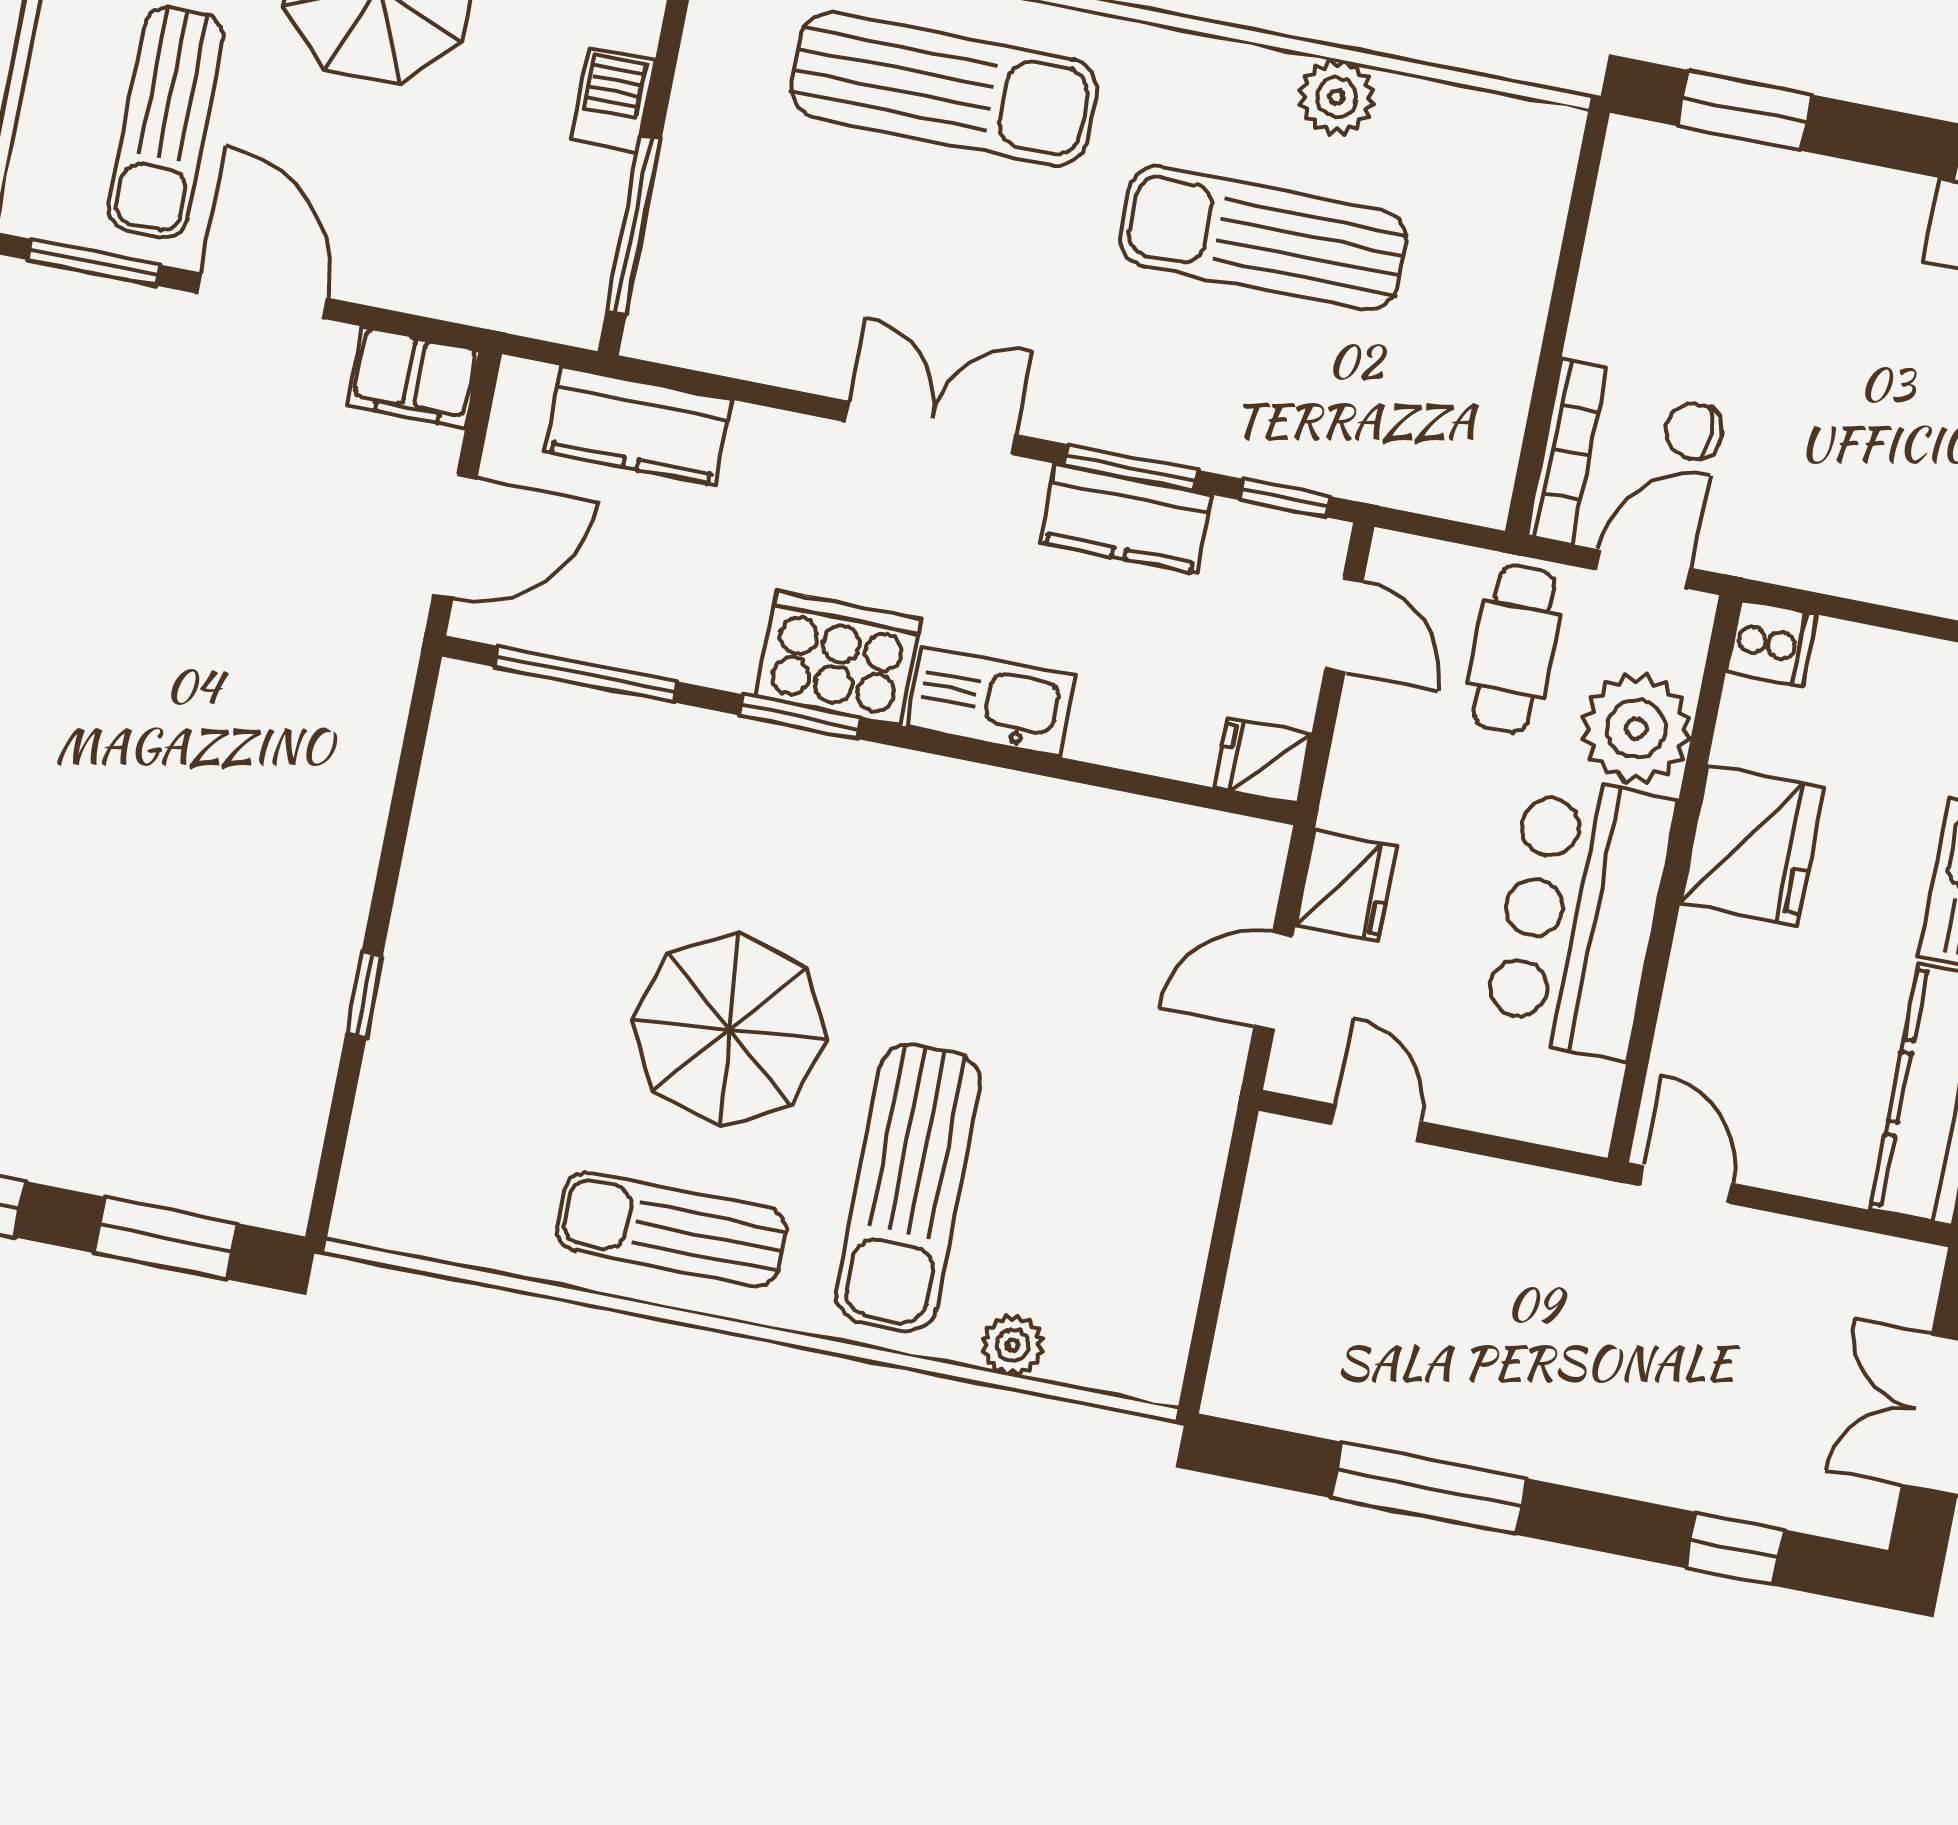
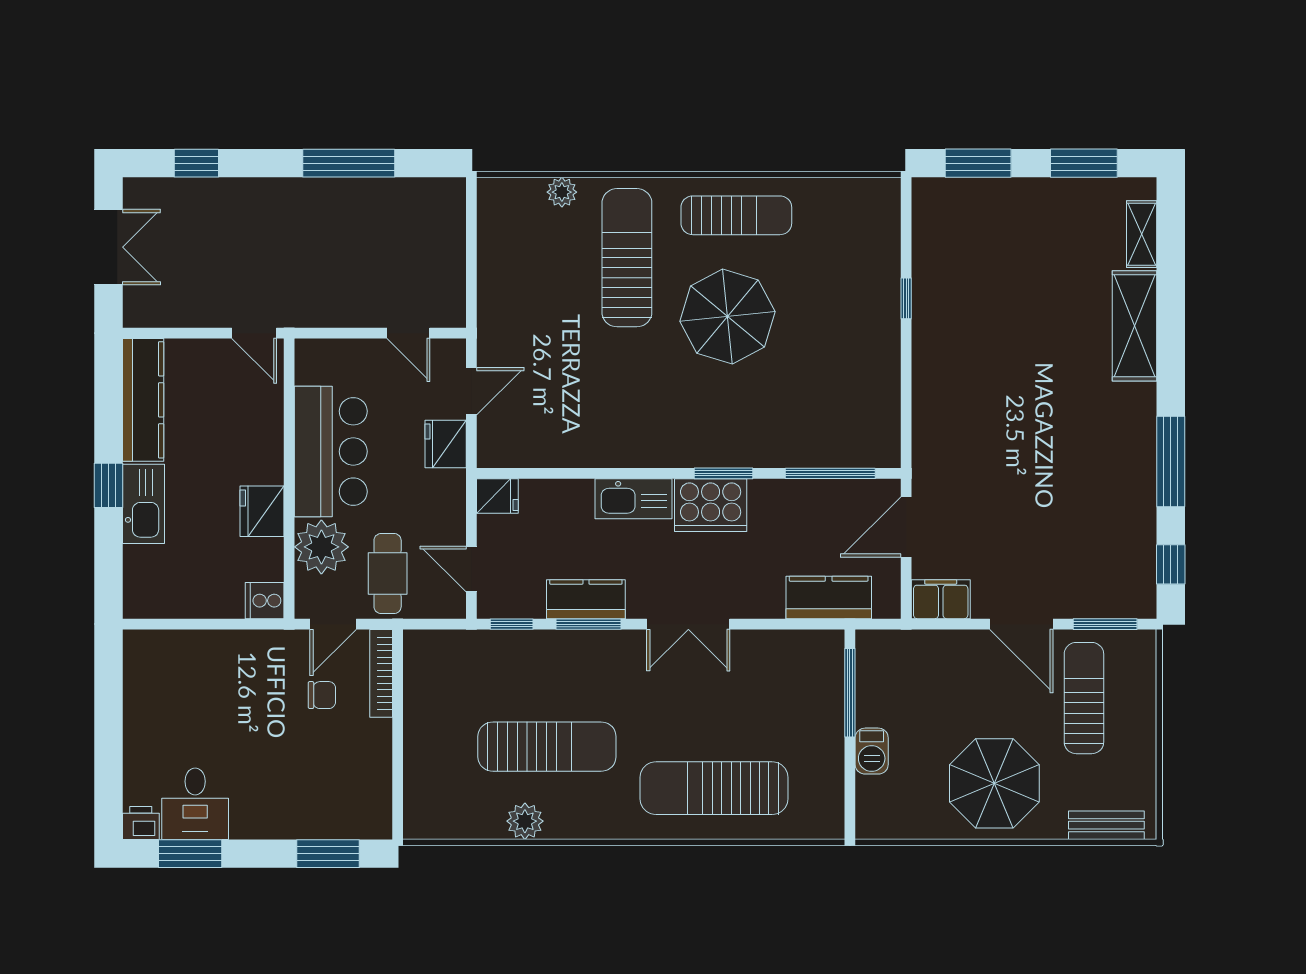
fridge: (1752, 845) -> (262, 511), width x0.73, depth x0.75

